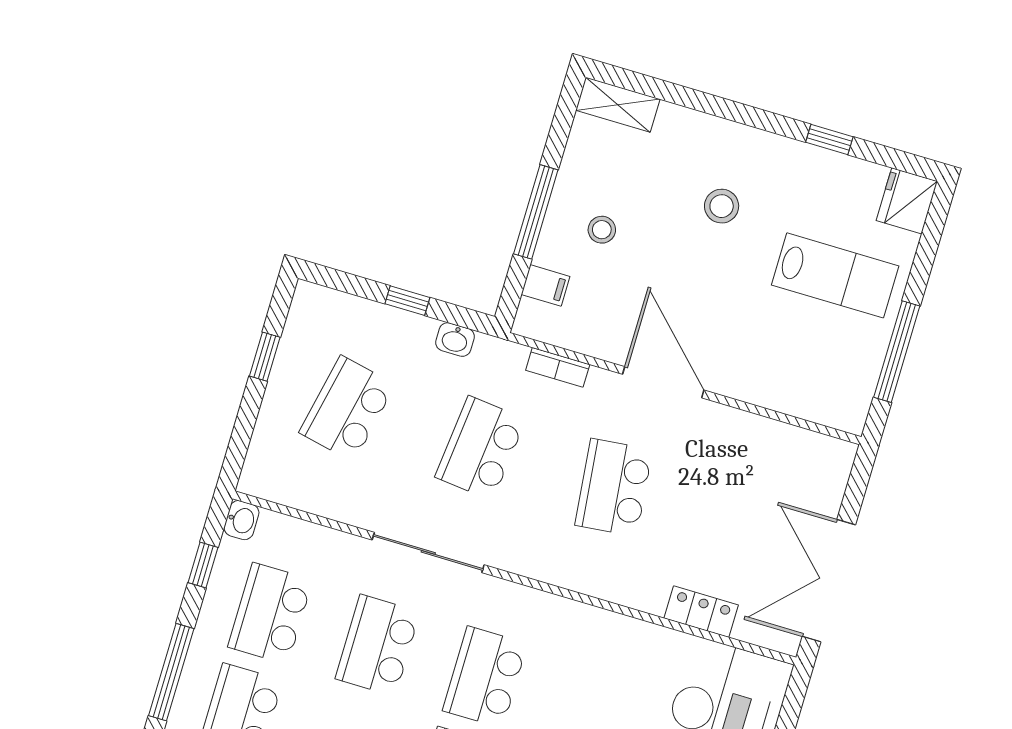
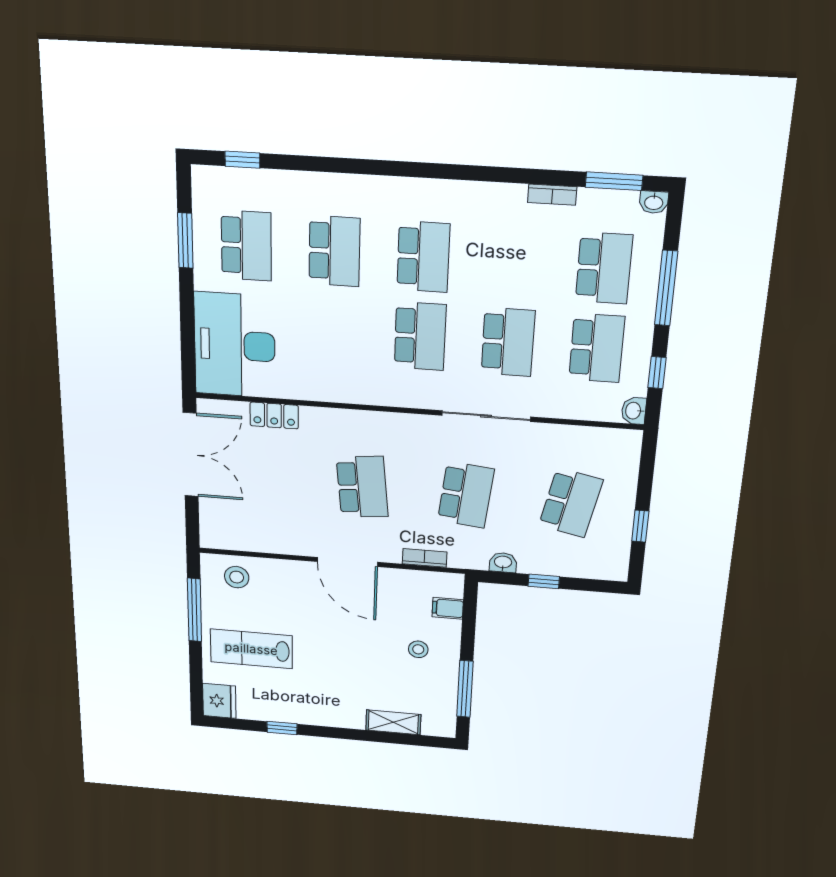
shelving: (618, 105) -> (393, 722), moved
stool: (722, 206) -> (237, 577), moved
window: (536, 212) -> (465, 689), moved

